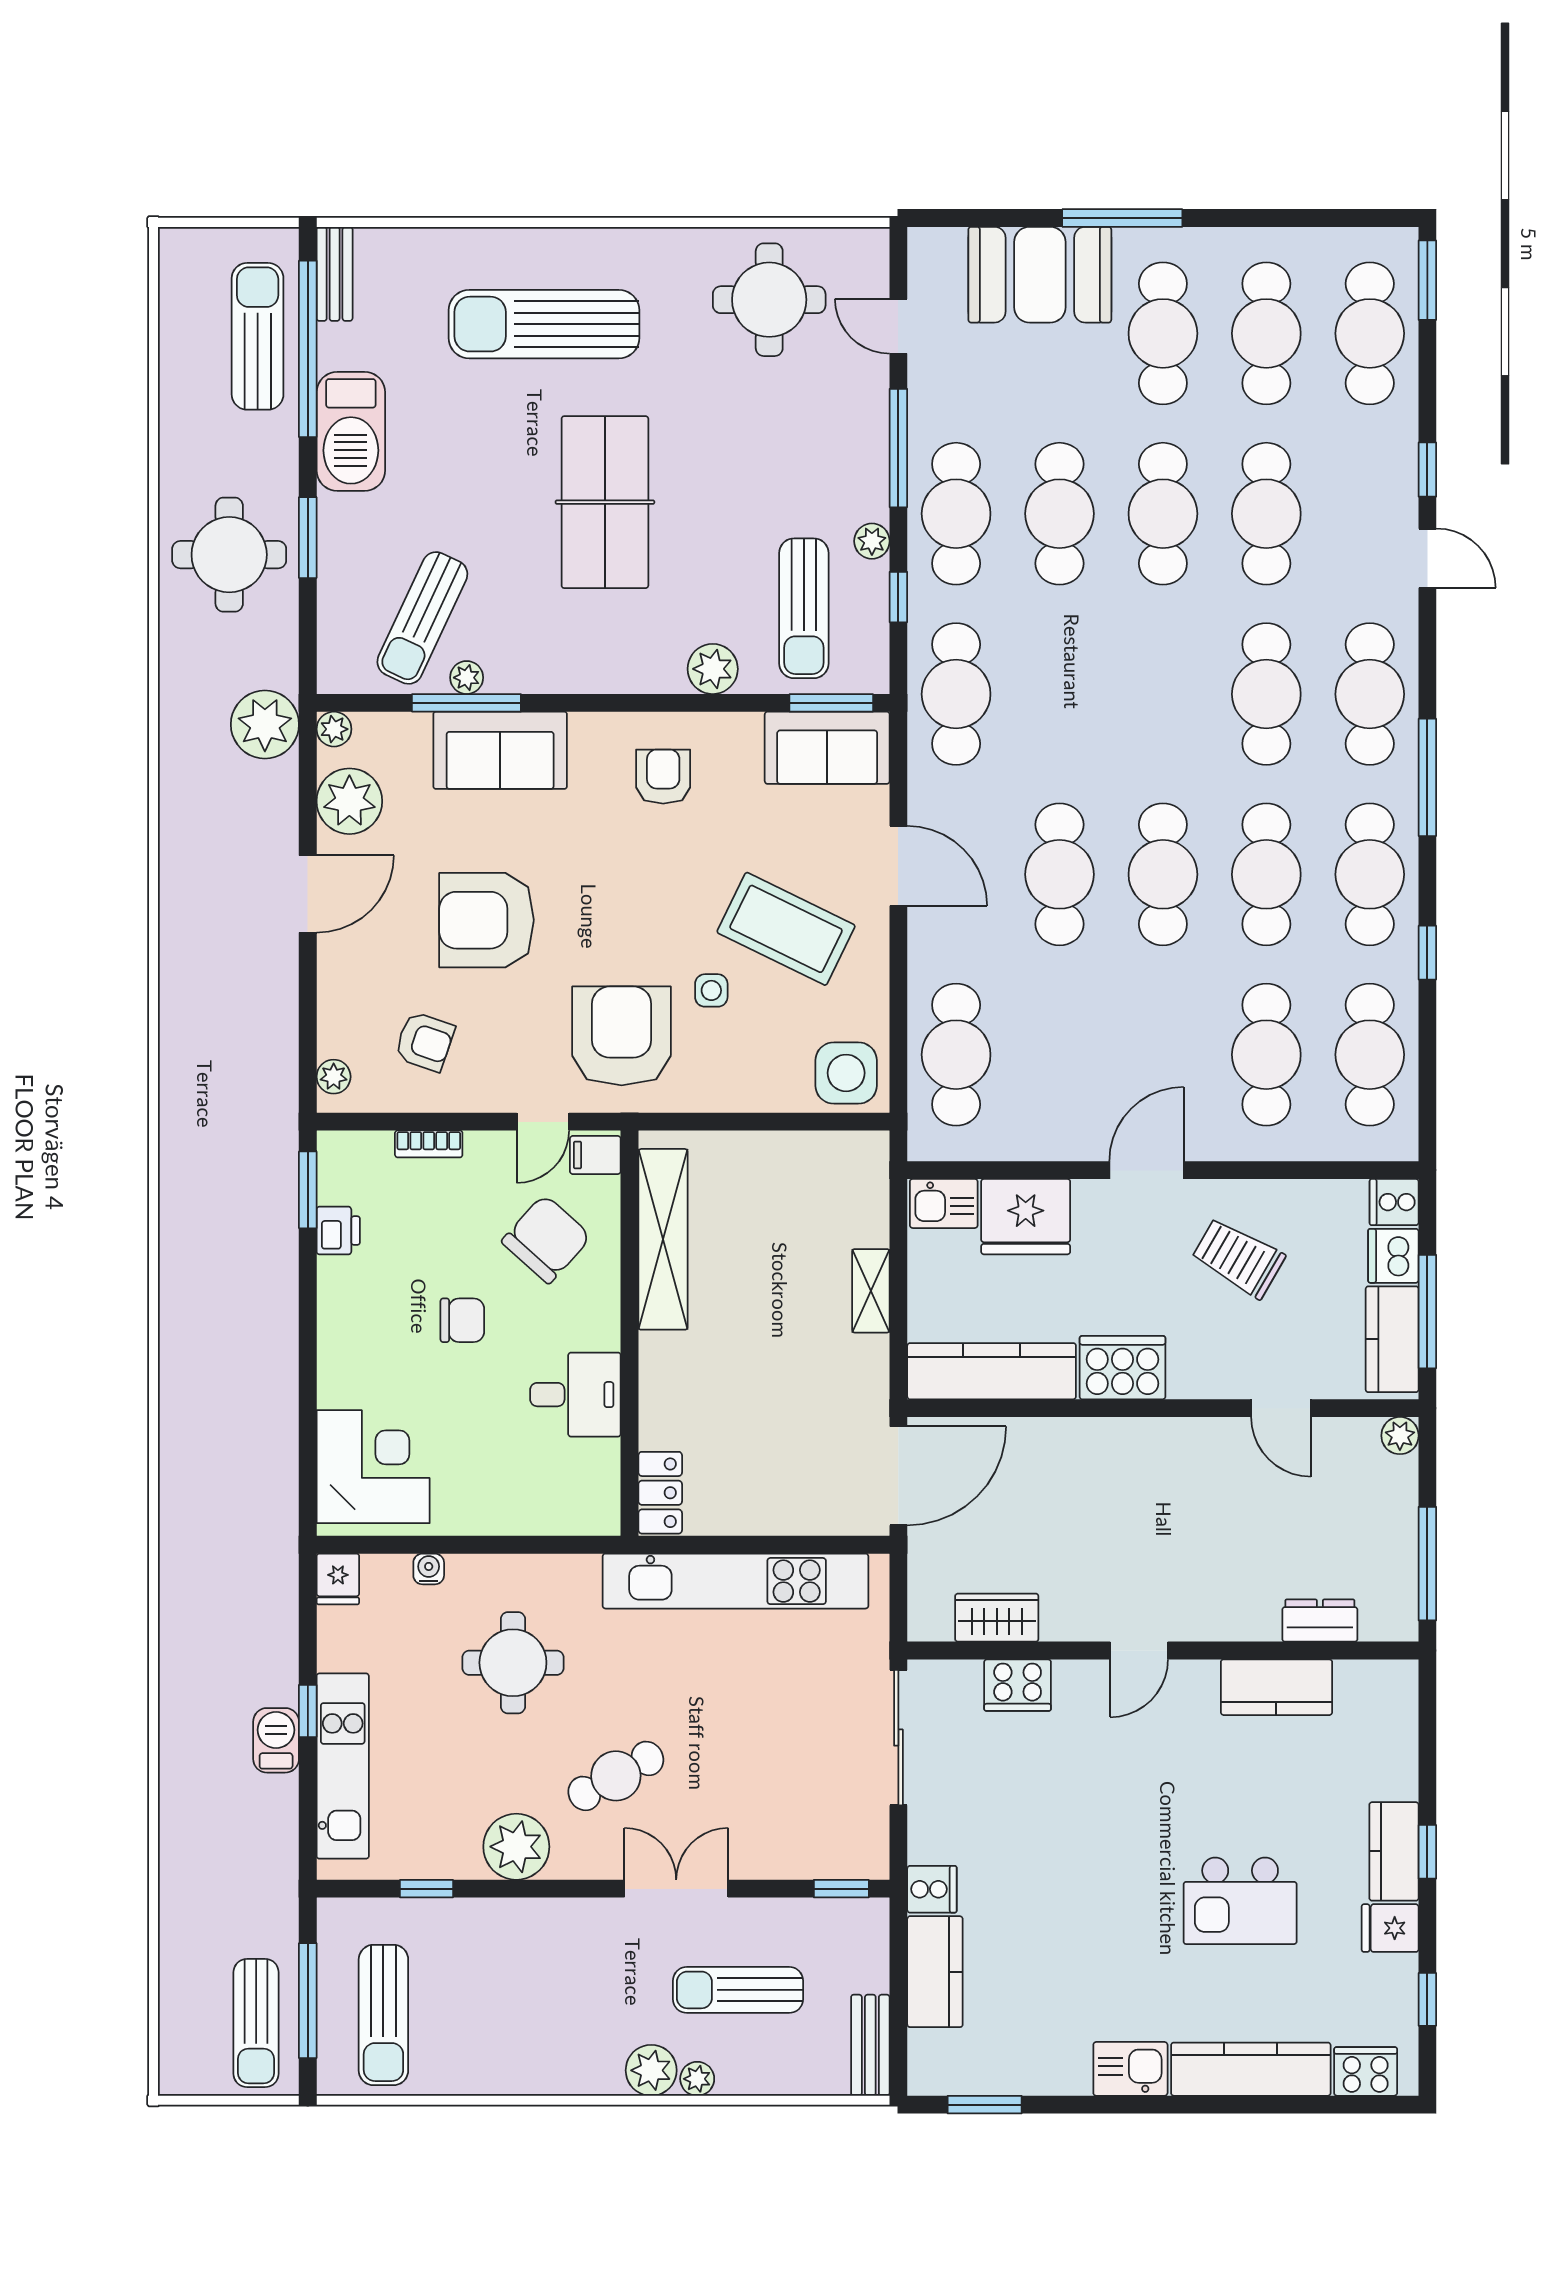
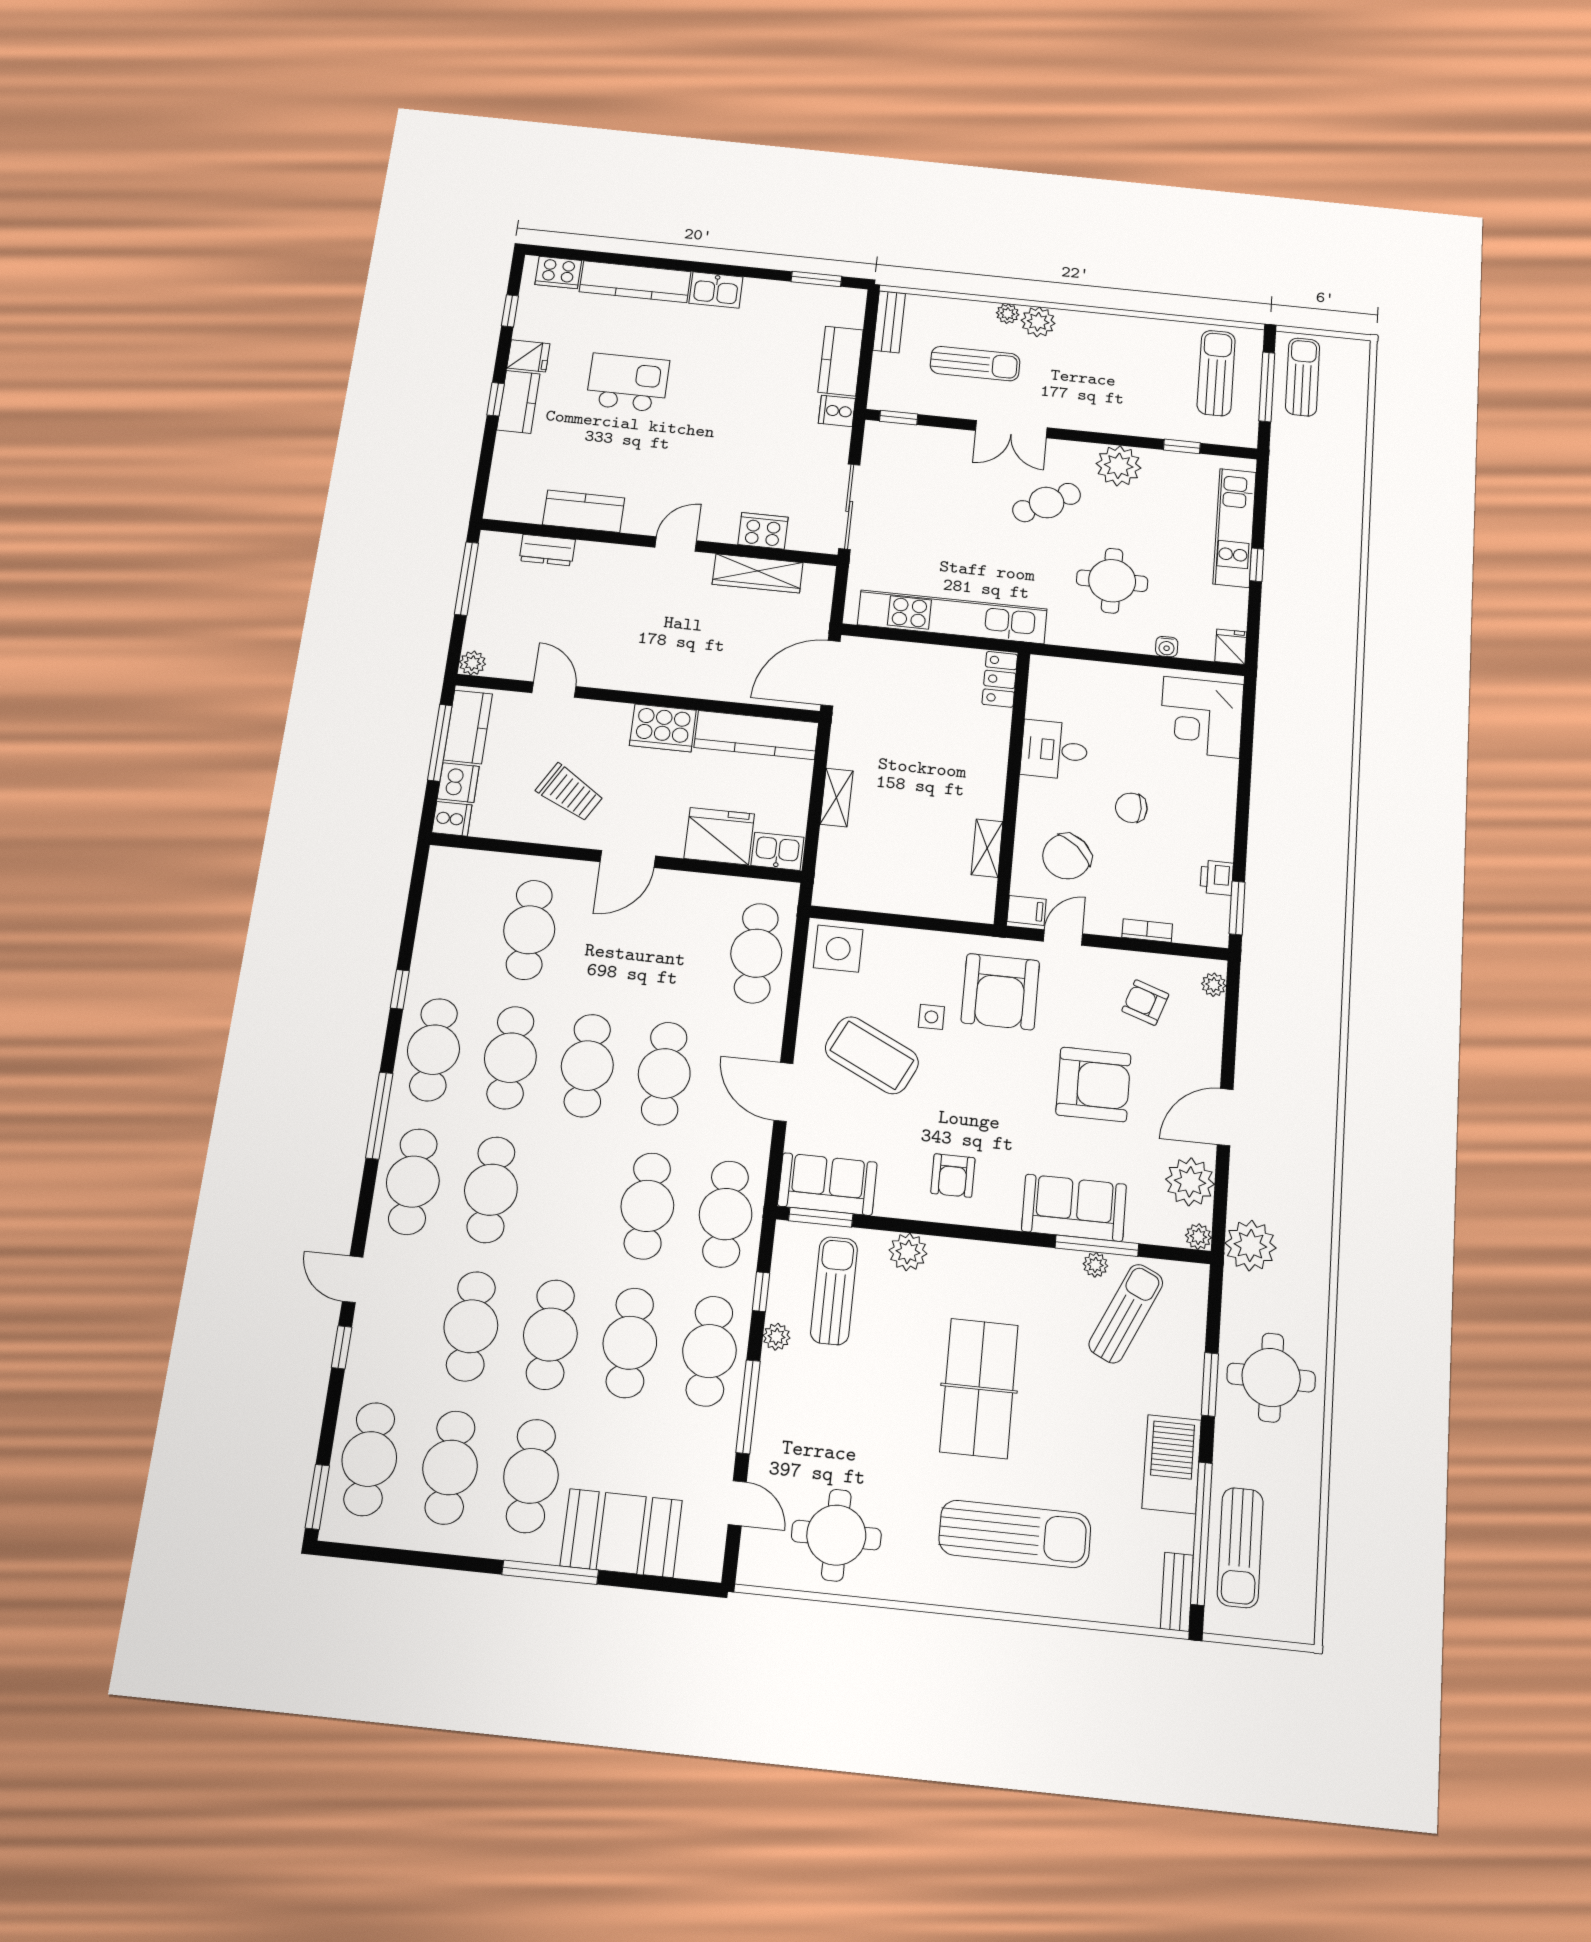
cafe table: (1370, 1055) -> (647, 1206), moved
shelving: (663, 1239) -> (987, 848), width x0.45, depth x0.75
wardrobe: (997, 1618) -> (758, 573), width x1.50
barbecue: (276, 1740) -> (1280, 549), removed

